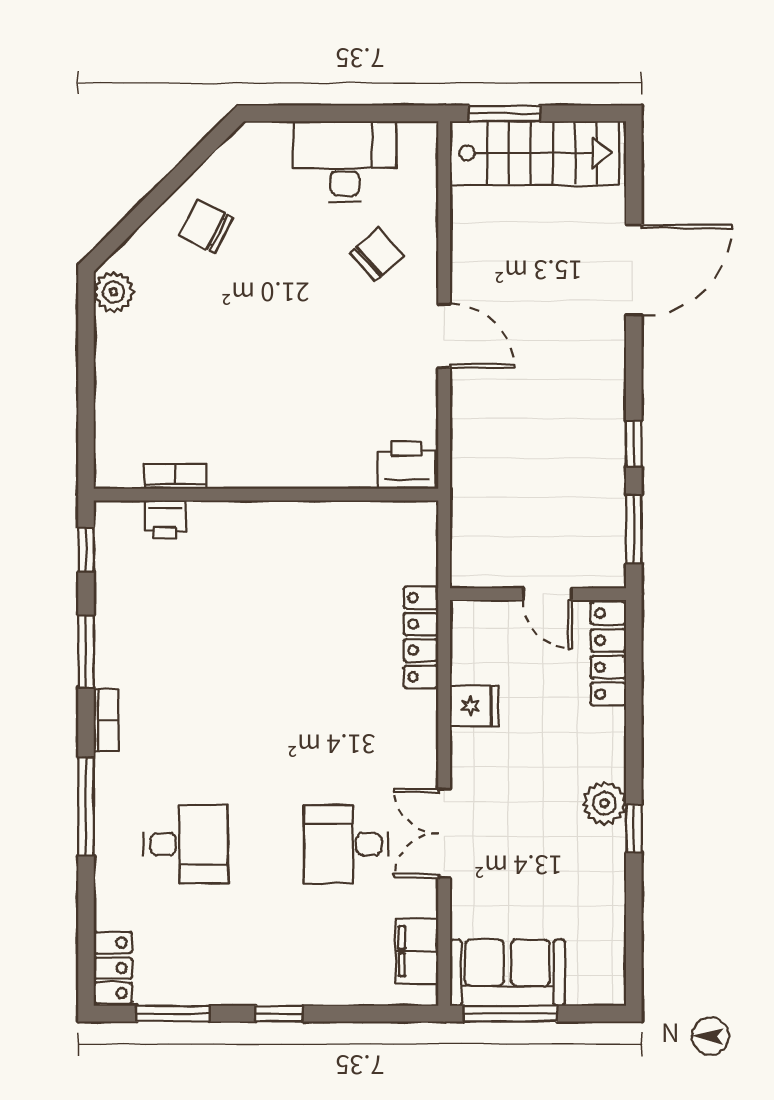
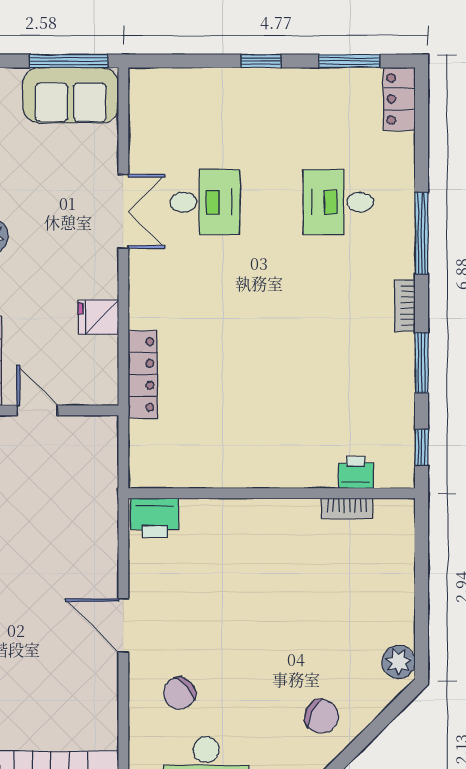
filing cabinet: (417, 951) -> (146, 113), removed

